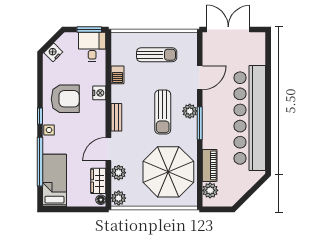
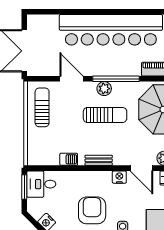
sun lounger: (157, 55) -> (42, 107), moved
nightstand: (99, 93) -> (119, 177), moved
bench: (116, 117) -> (99, 160), moved
window: (200, 123) -> (116, 79), width x1.46

